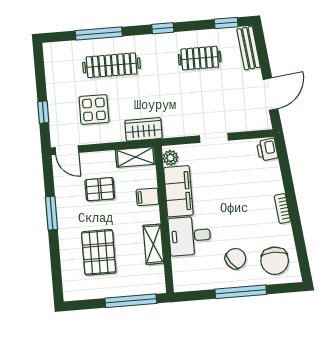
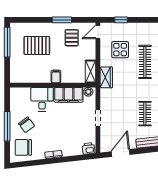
door: (270, 94) -> (121, 153), swing flipped
pallet: (100, 189) -> (72, 38), moved
filing cabinet: (147, 197) -> (56, 76), moved
shelving: (153, 244) -> (39, 78), removed
window: (131, 301) -> (7, 42), moved

